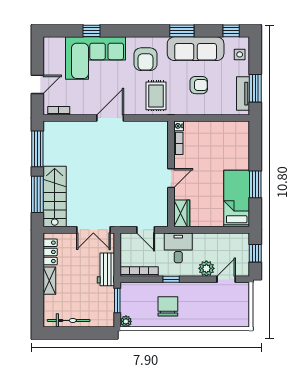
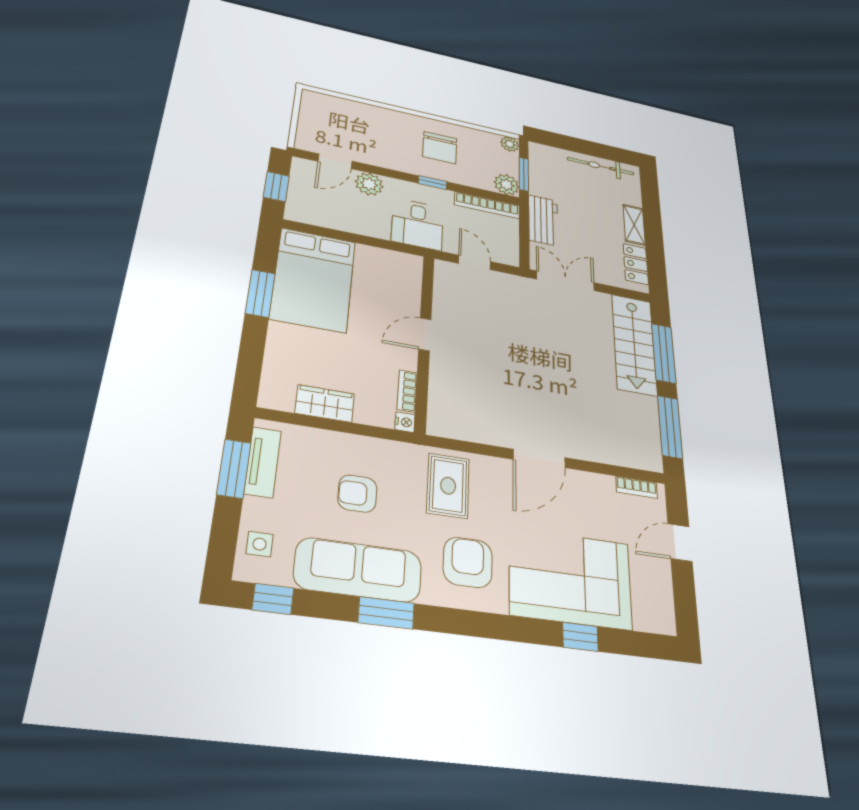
bed: (237, 199) -> (313, 280), width x1.50
wardrobe: (182, 213) -> (325, 404), moved, turned 90
plant: (128, 290) -> (506, 185), added

